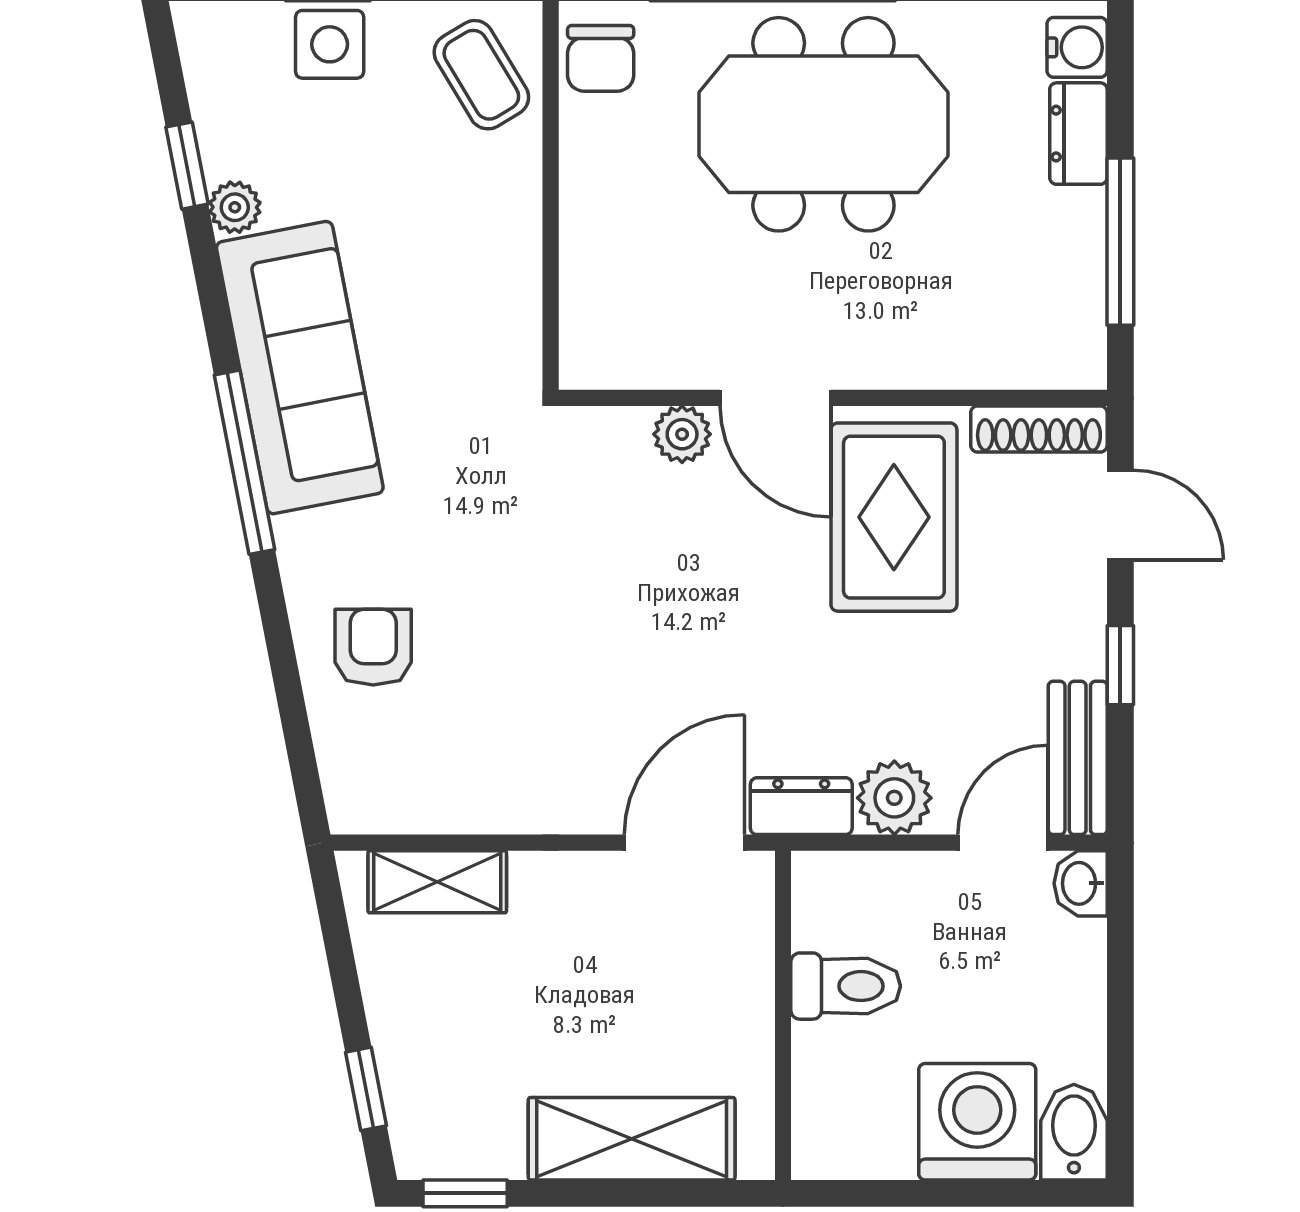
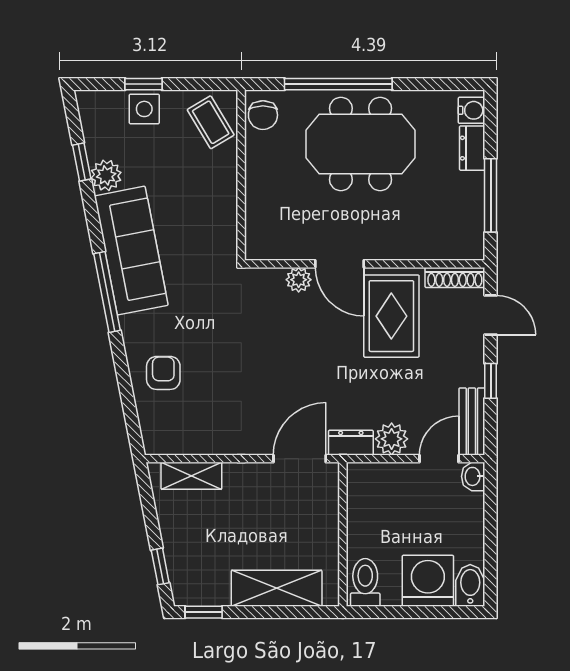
plant: (235, 207) -> (106, 175), width x1.38, depth x1.38
toilet: (846, 986) -> (365, 582), moved, turned -90

